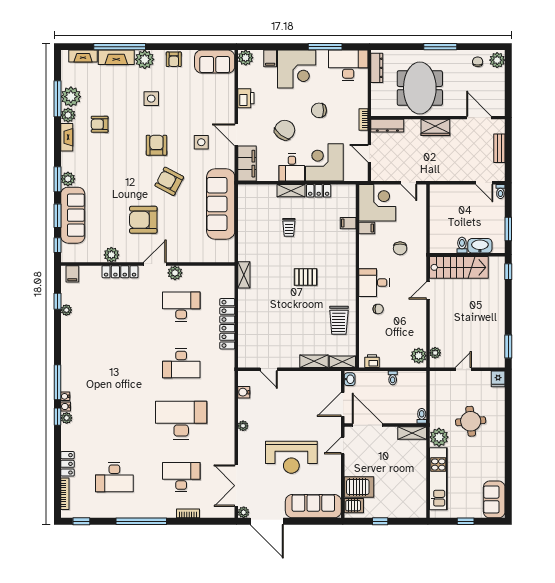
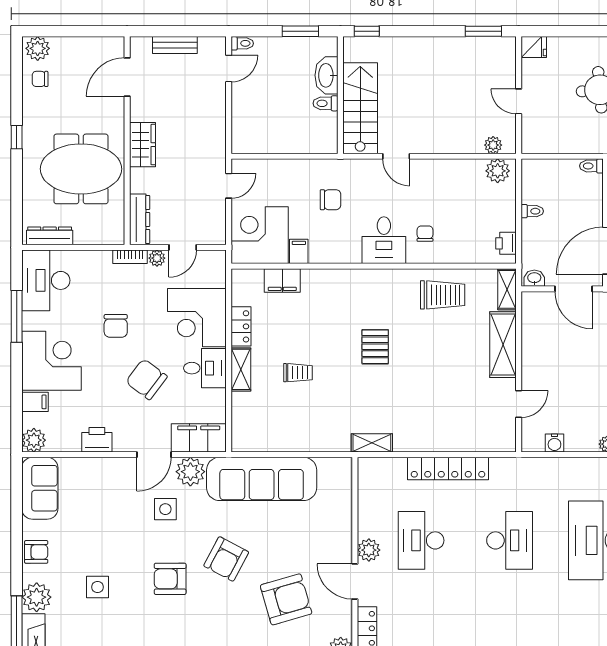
window: (440, 47) -> (17, 137), width x0.46
plant: (362, 137) -> (157, 258), added
plant: (225, 158) -> (190, 472), added
armchair: (143, 220) -> (286, 599), turned -106
filing cabinet: (348, 223) -> (282, 281), width x2.00
shelving: (314, 361) -> (503, 345), width x1.50, depth x1.33

